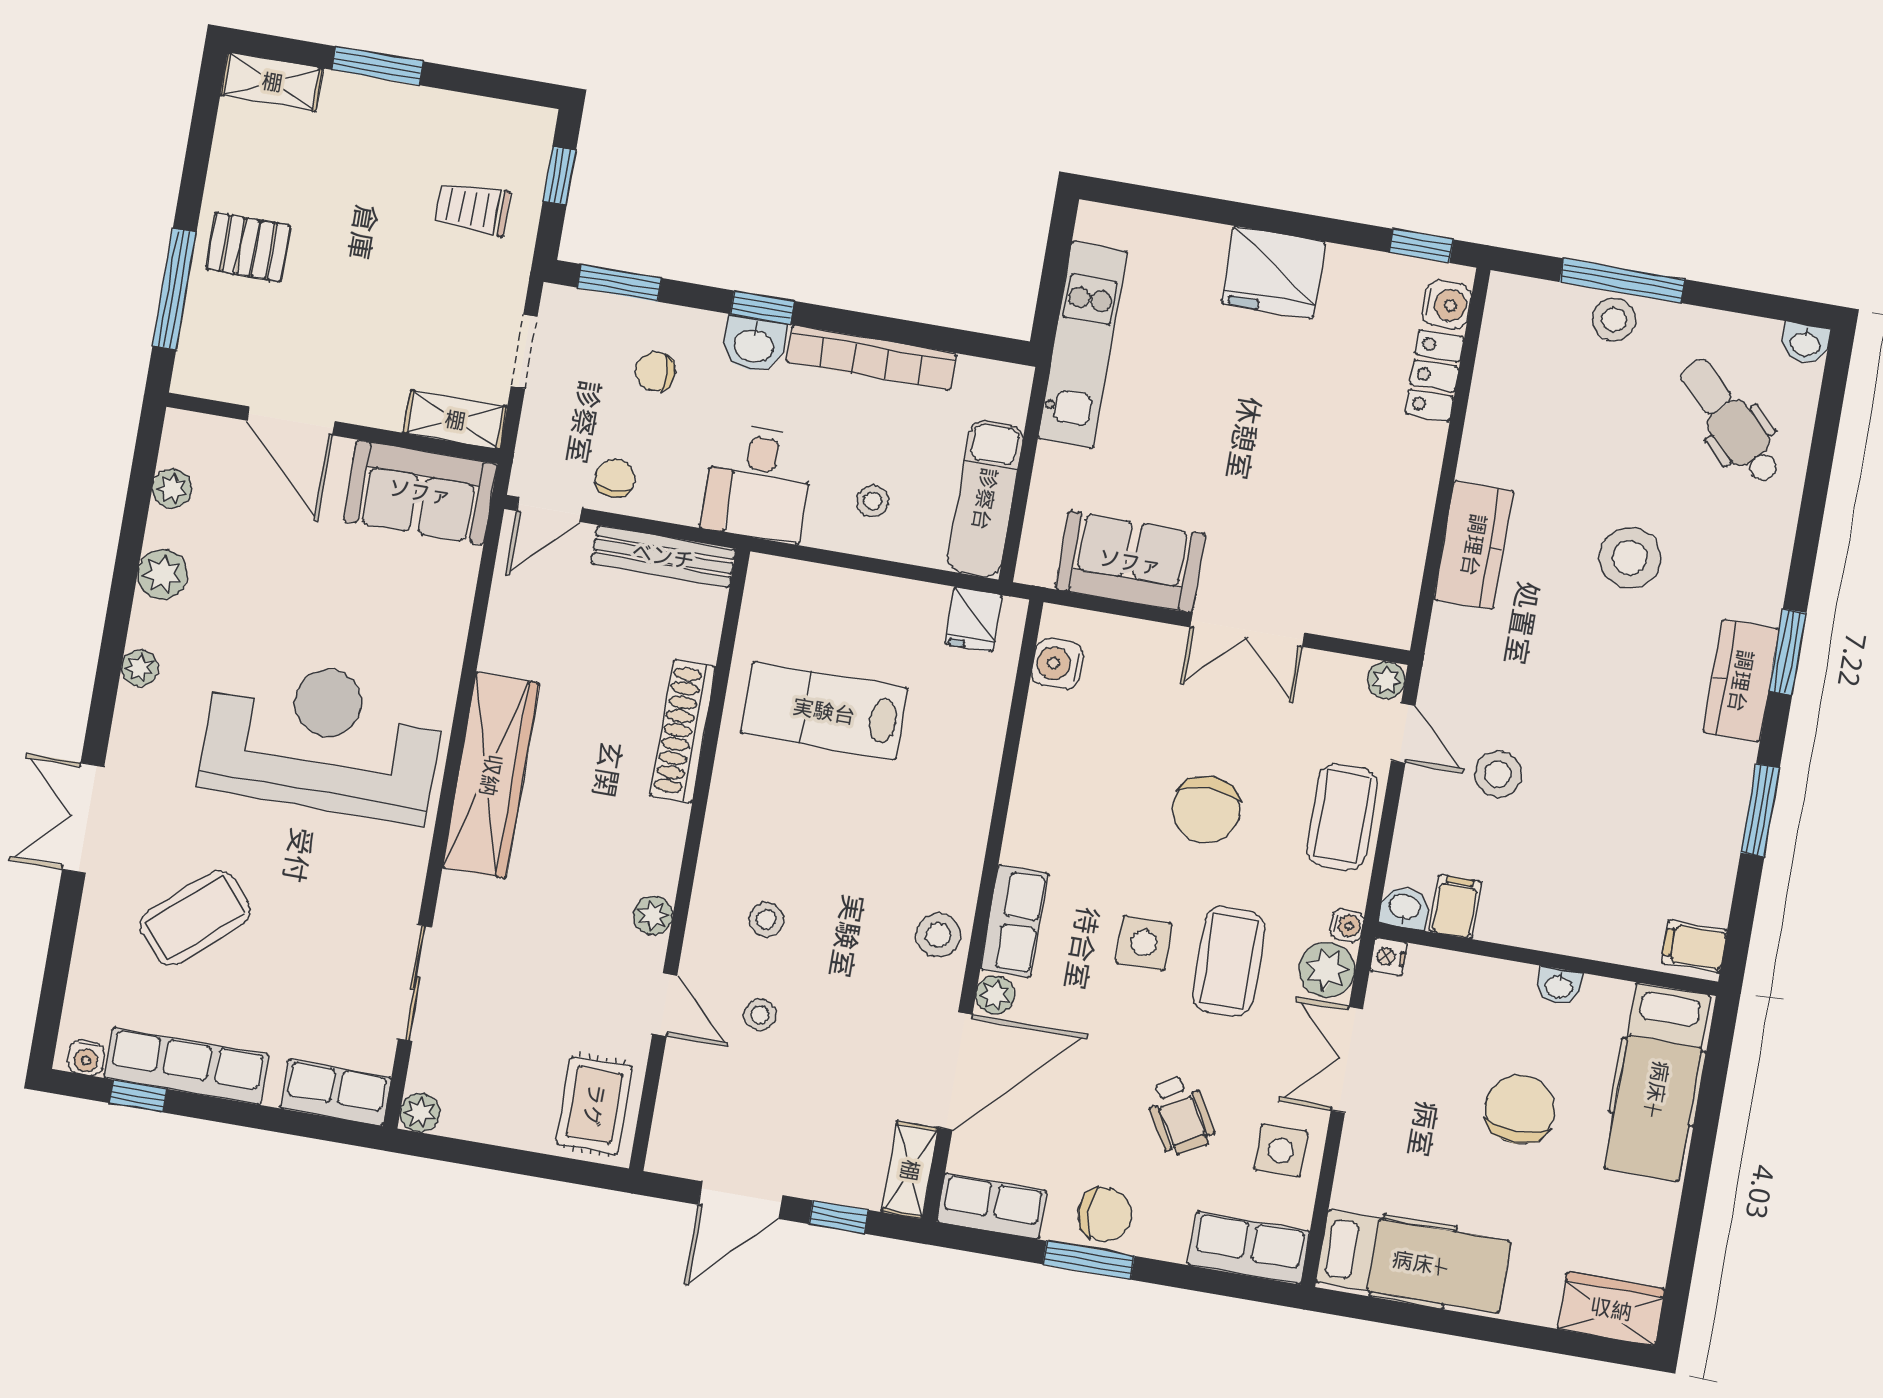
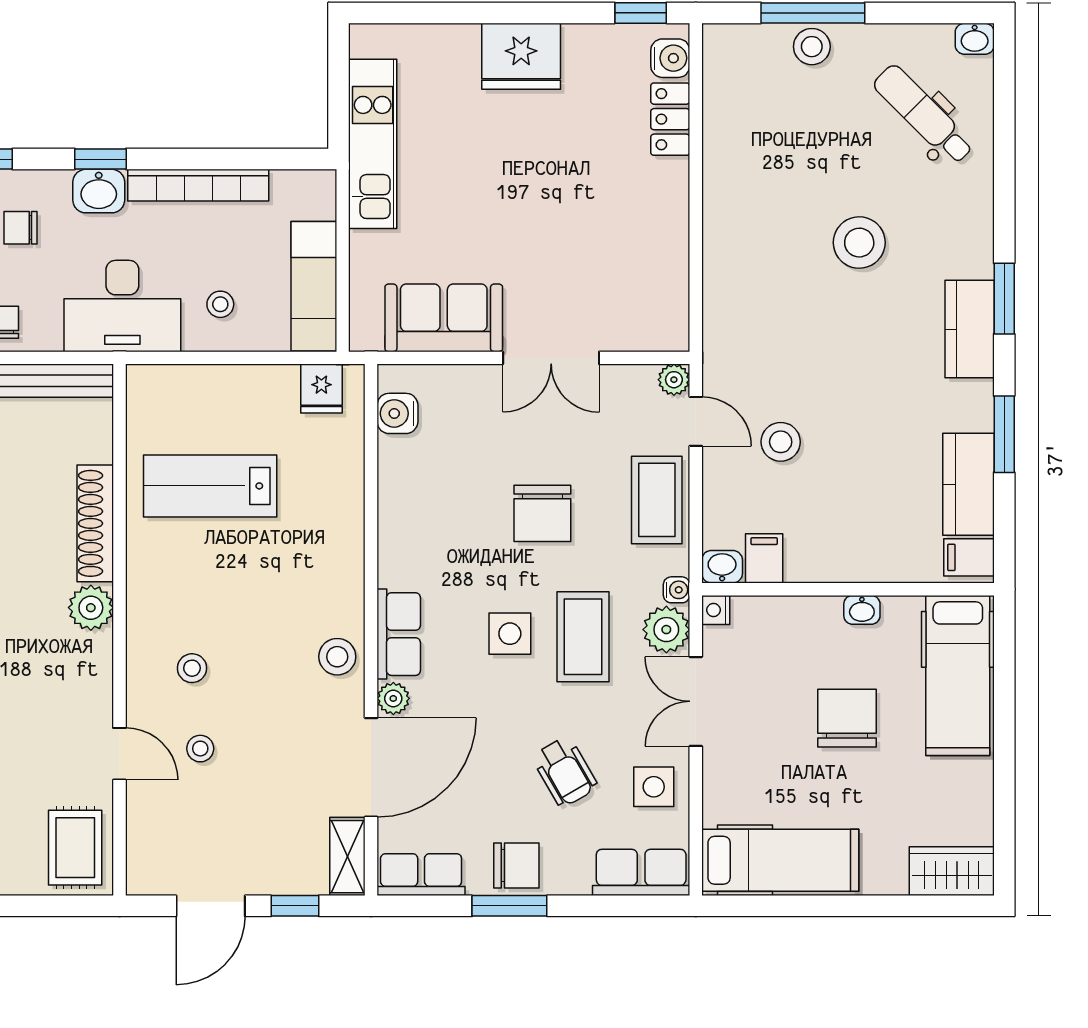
desk: (758, 483) -> (122, 306), width x1.37
kitchen counter: (1474, 545) -> (968, 484), moved, turned 180
plant: (653, 915) -> (91, 608), moved, width x1.38, depth x1.38

